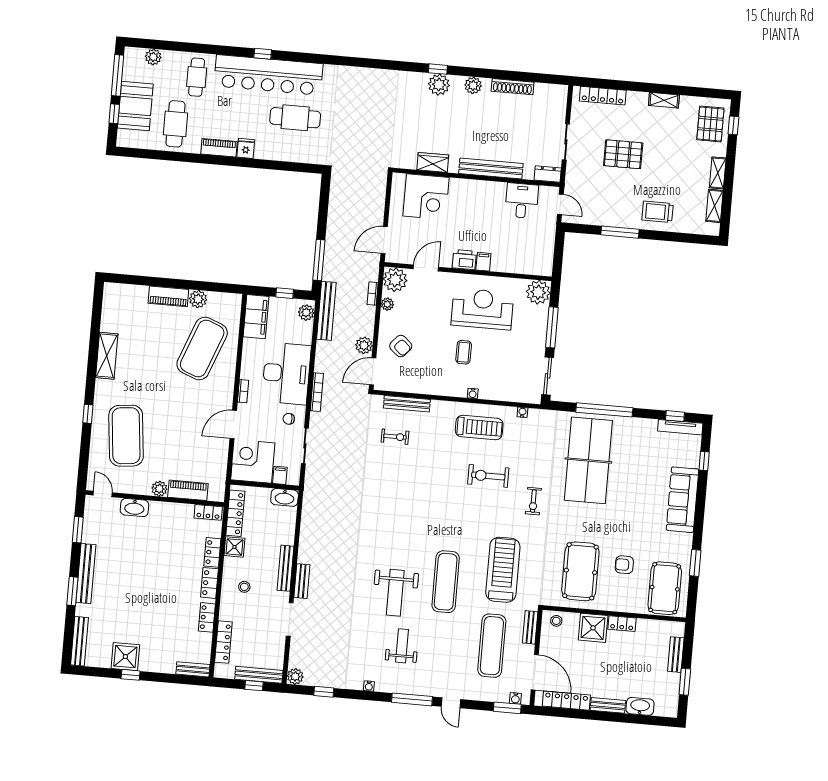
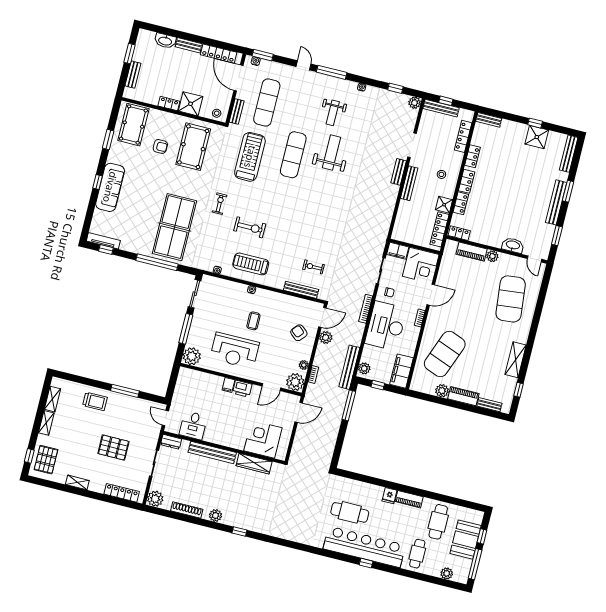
plant: (439, 85) -> (155, 499), moved
wardrobe: (433, 162) -> (254, 464), width x1.50
bench: (132, 290) -> (489, 405), added
window: (88, 414) -> (519, 390), moved
window: (704, 461) -> (98, 182), moved
filing cabinet: (280, 475) -> (398, 251), width x2.00
washbasin: (285, 497) -> (402, 235), removed
treadmill: (503, 570) -> (250, 157), turned 180

